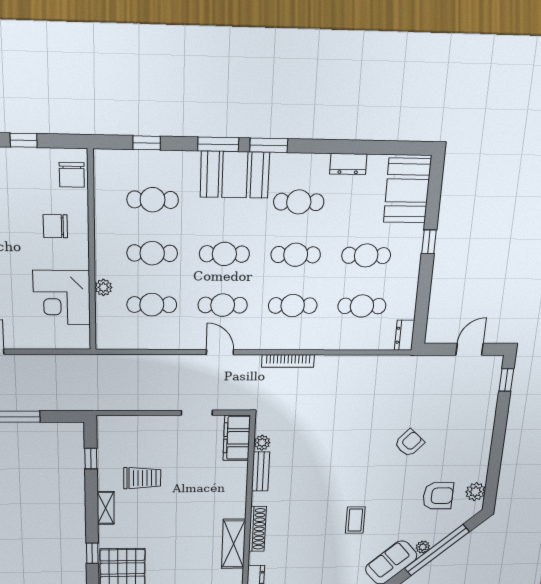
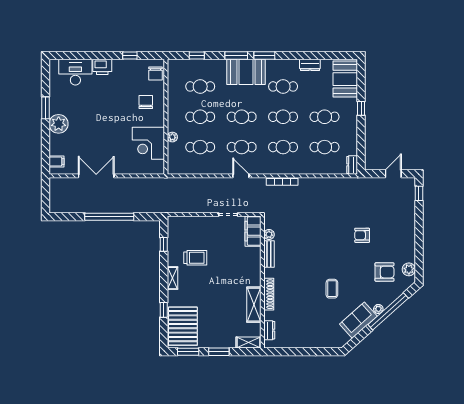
chair: (55, 226) -> (146, 102), turned 90
armchair: (409, 443) -> (362, 235), turned -133

